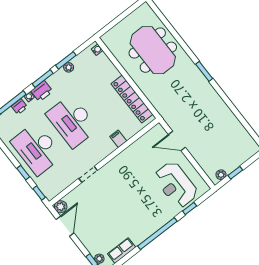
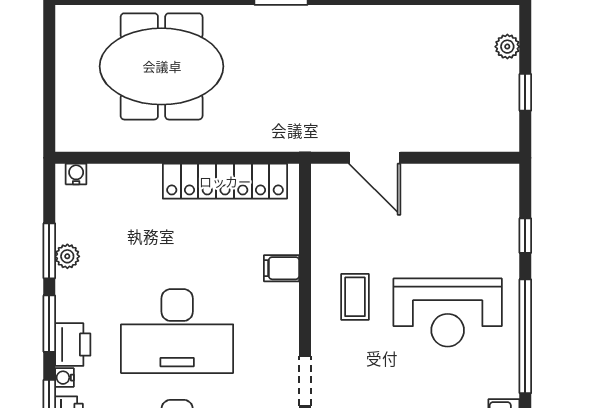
door: (177, 141) -> (375, 158), hinge flipped
coffee table: (127, 169) -> (355, 297), added
plant: (221, 175) -> (507, 47), moved
reception desk: (176, 185) -> (448, 313), moved

